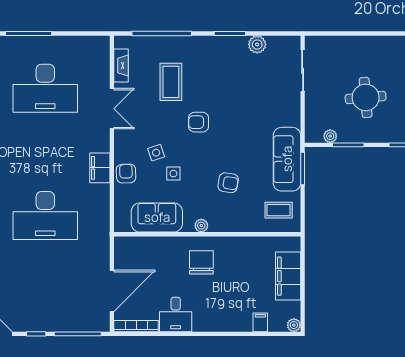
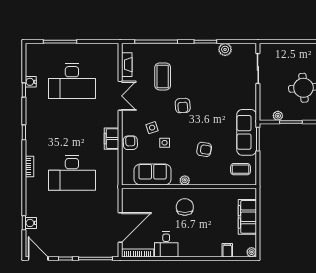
armchair: (199, 122) -> (183, 106), turned -94

